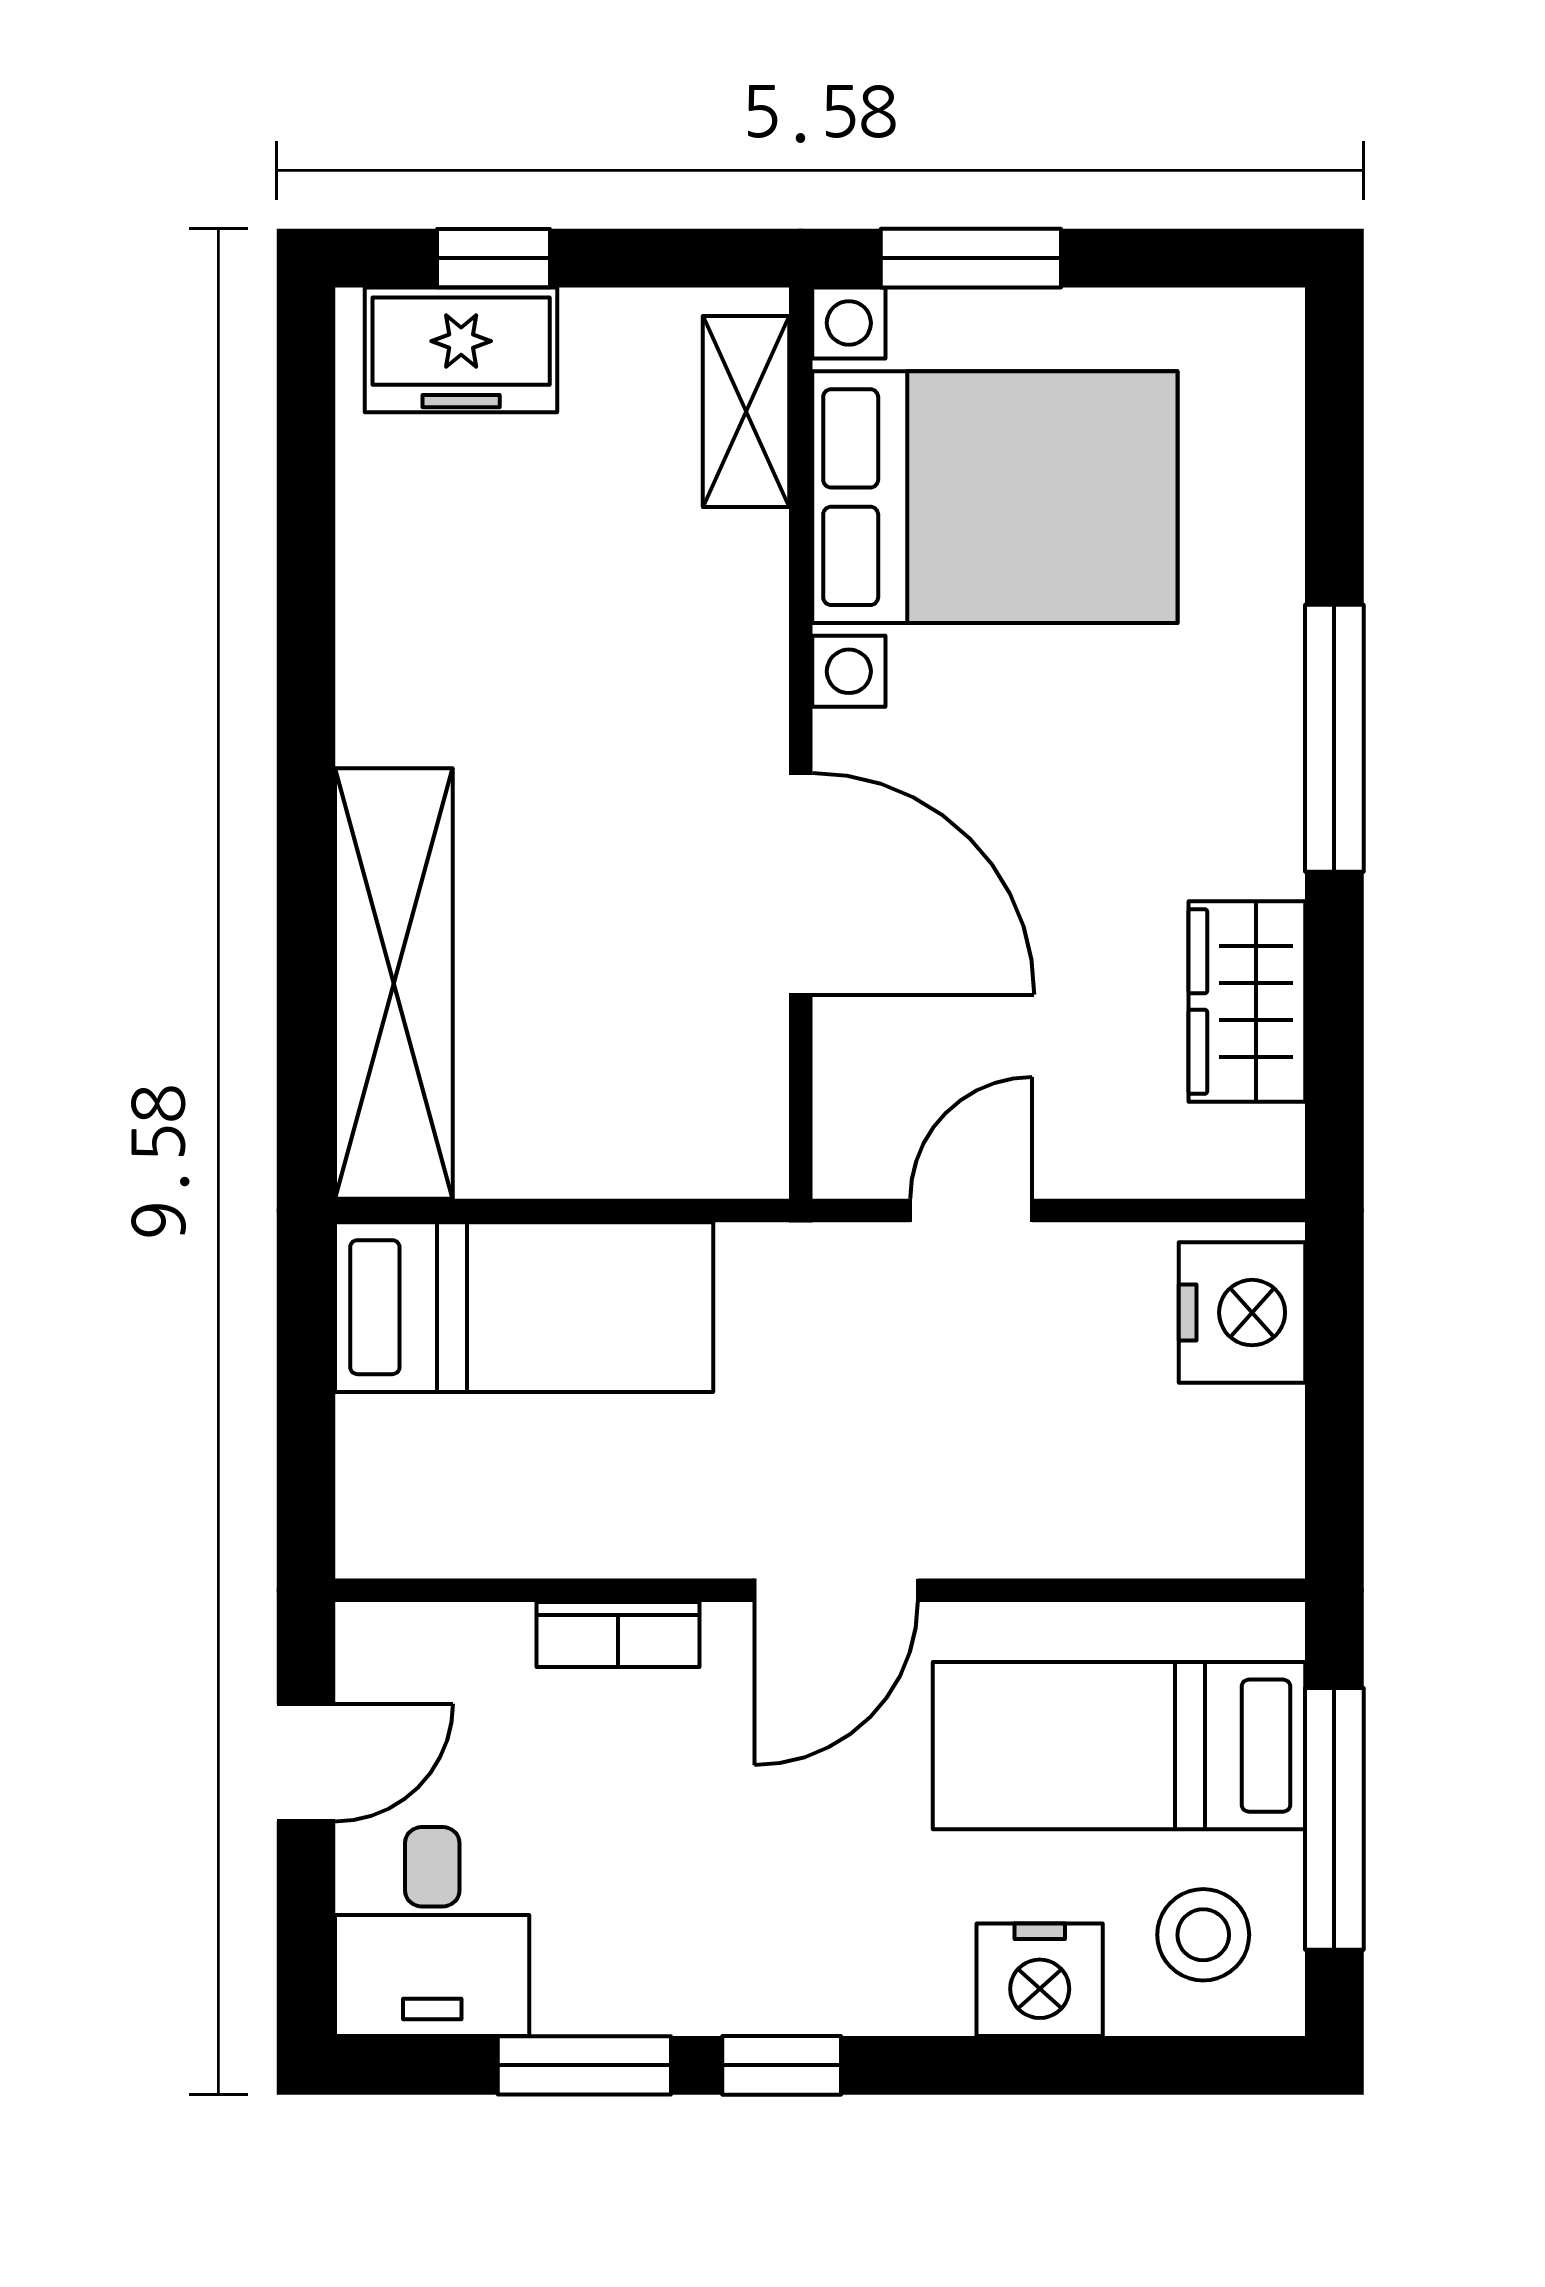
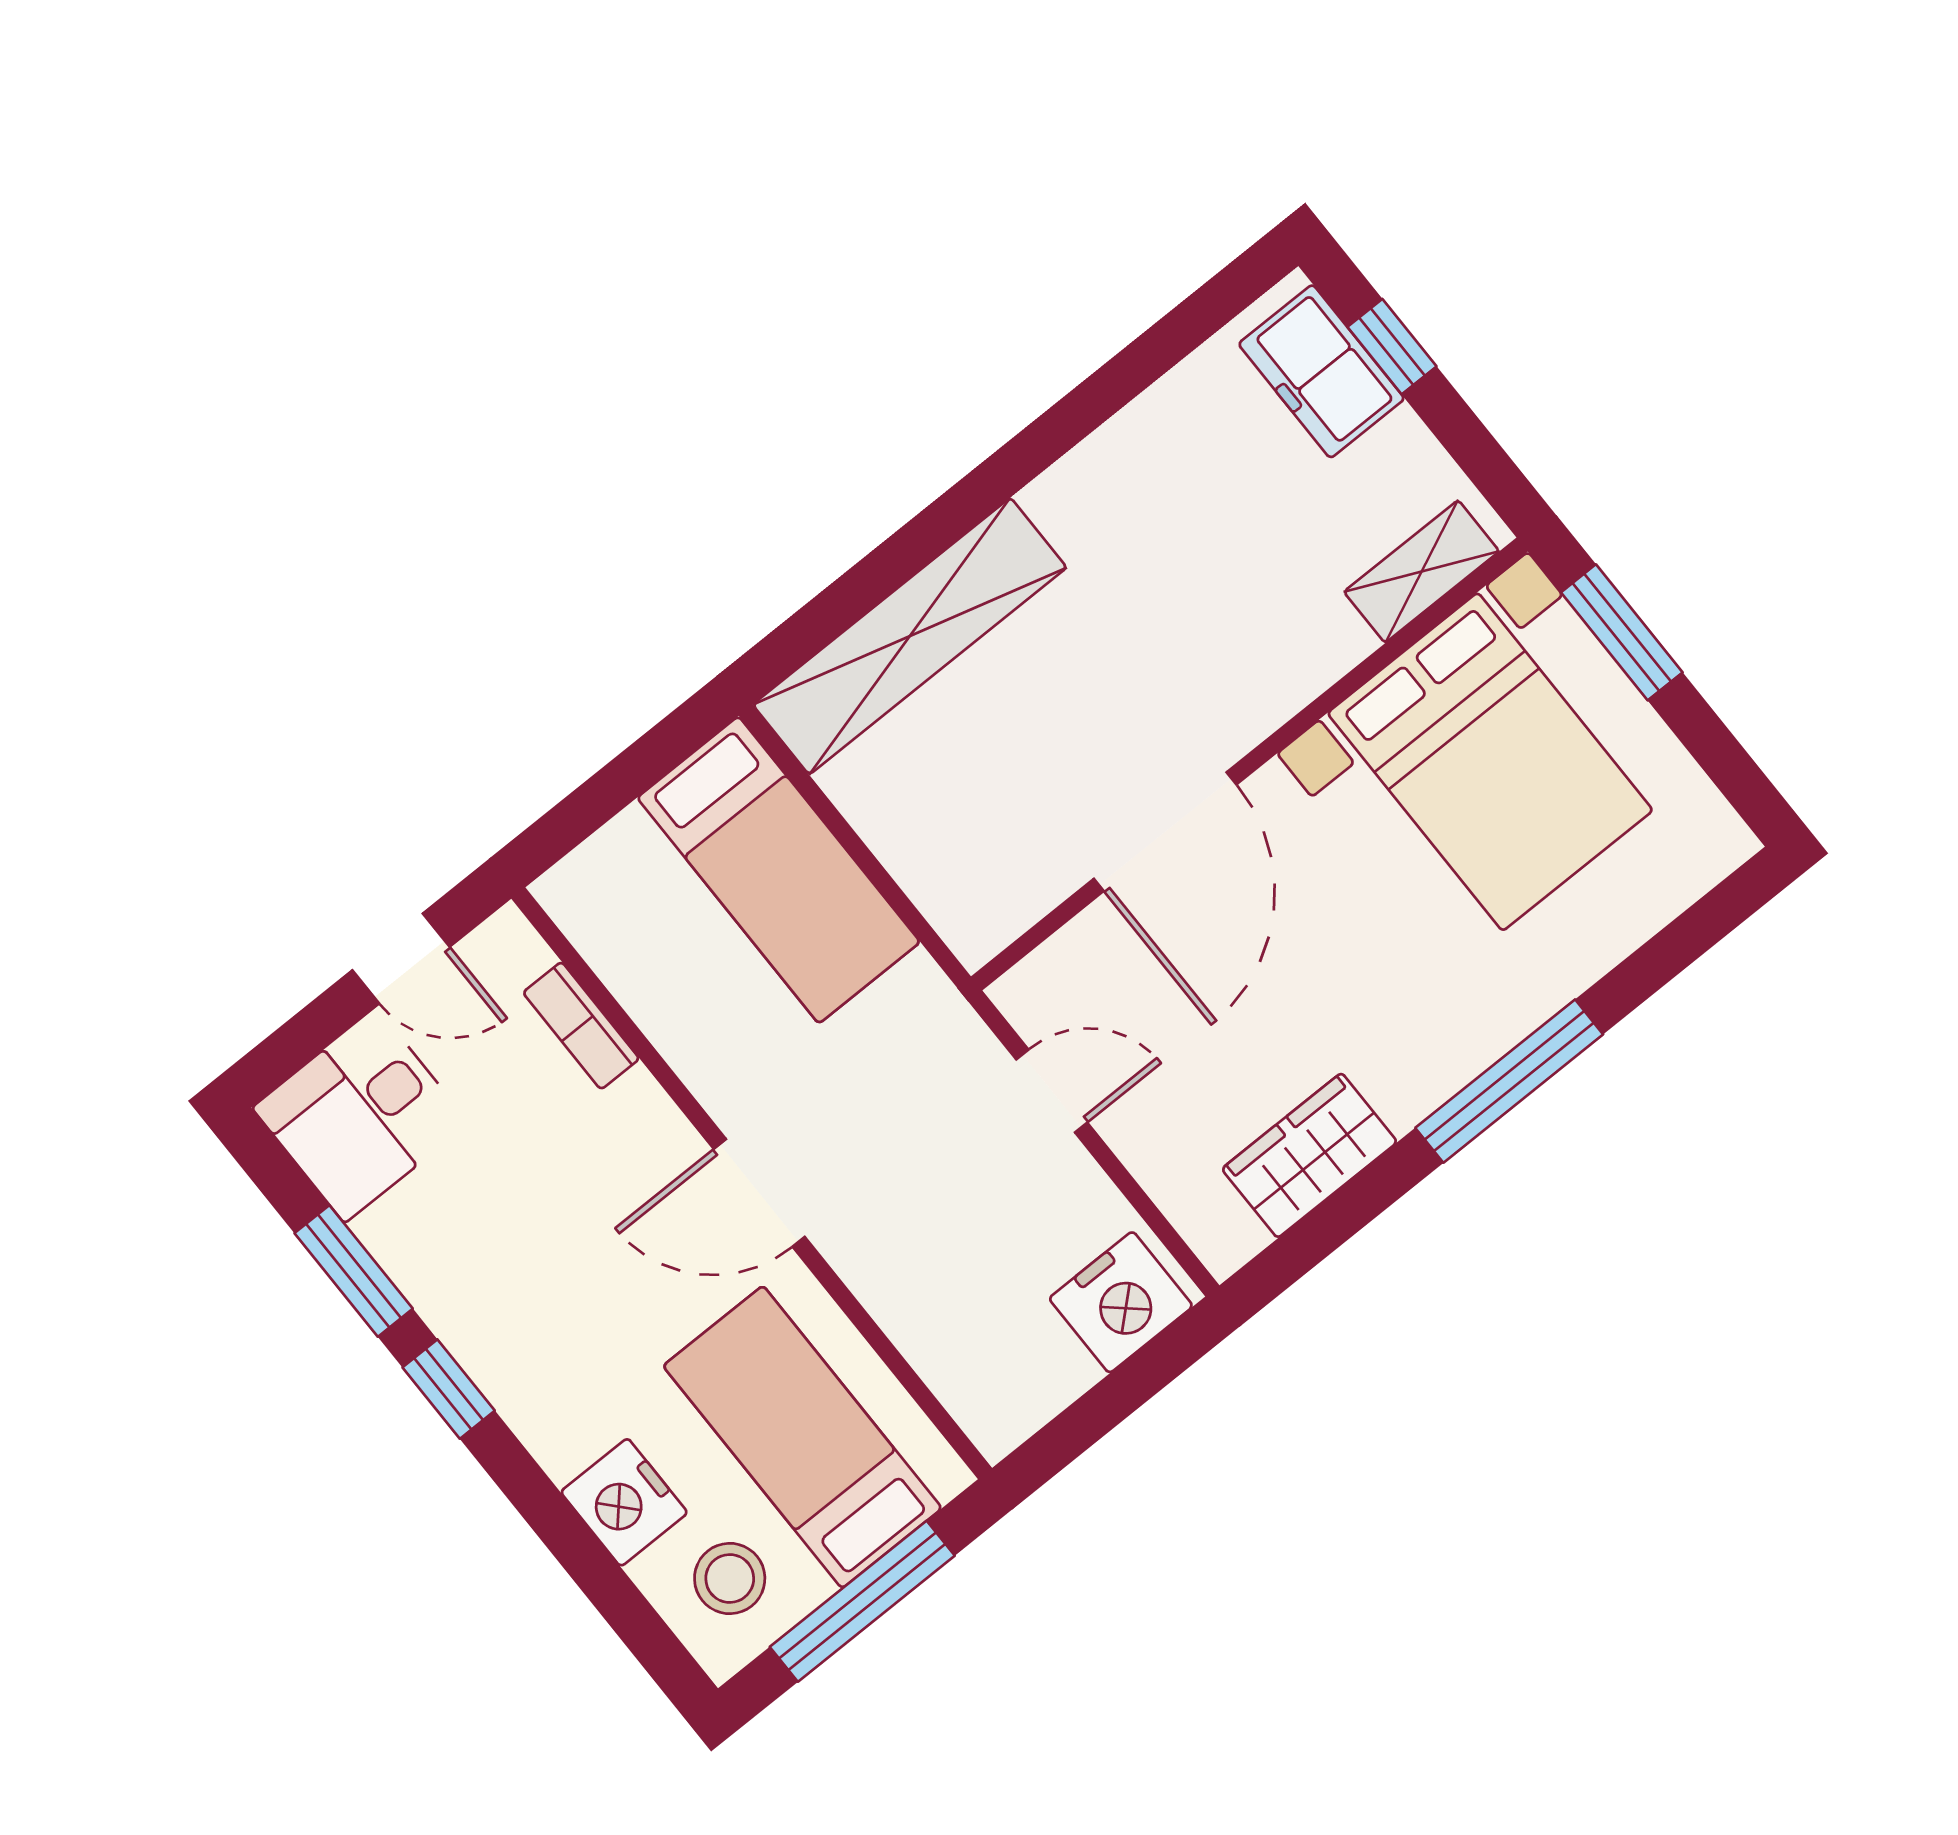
bookcase: (618, 1635) -> (581, 1026), moved

